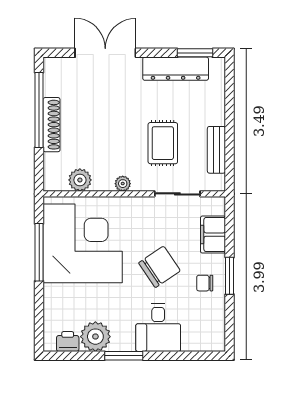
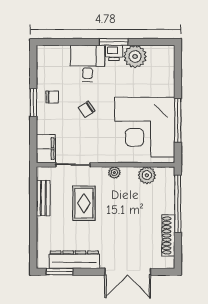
window: (39, 110) -> (178, 204), moved
shoe rack: (52, 125) -> (168, 235), moved
filing cabinet: (213, 235) -> (46, 149), moved
chair: (159, 267) -> (86, 109), width x0.54, depth x0.54
printer: (68, 341) -> (114, 53), moved

